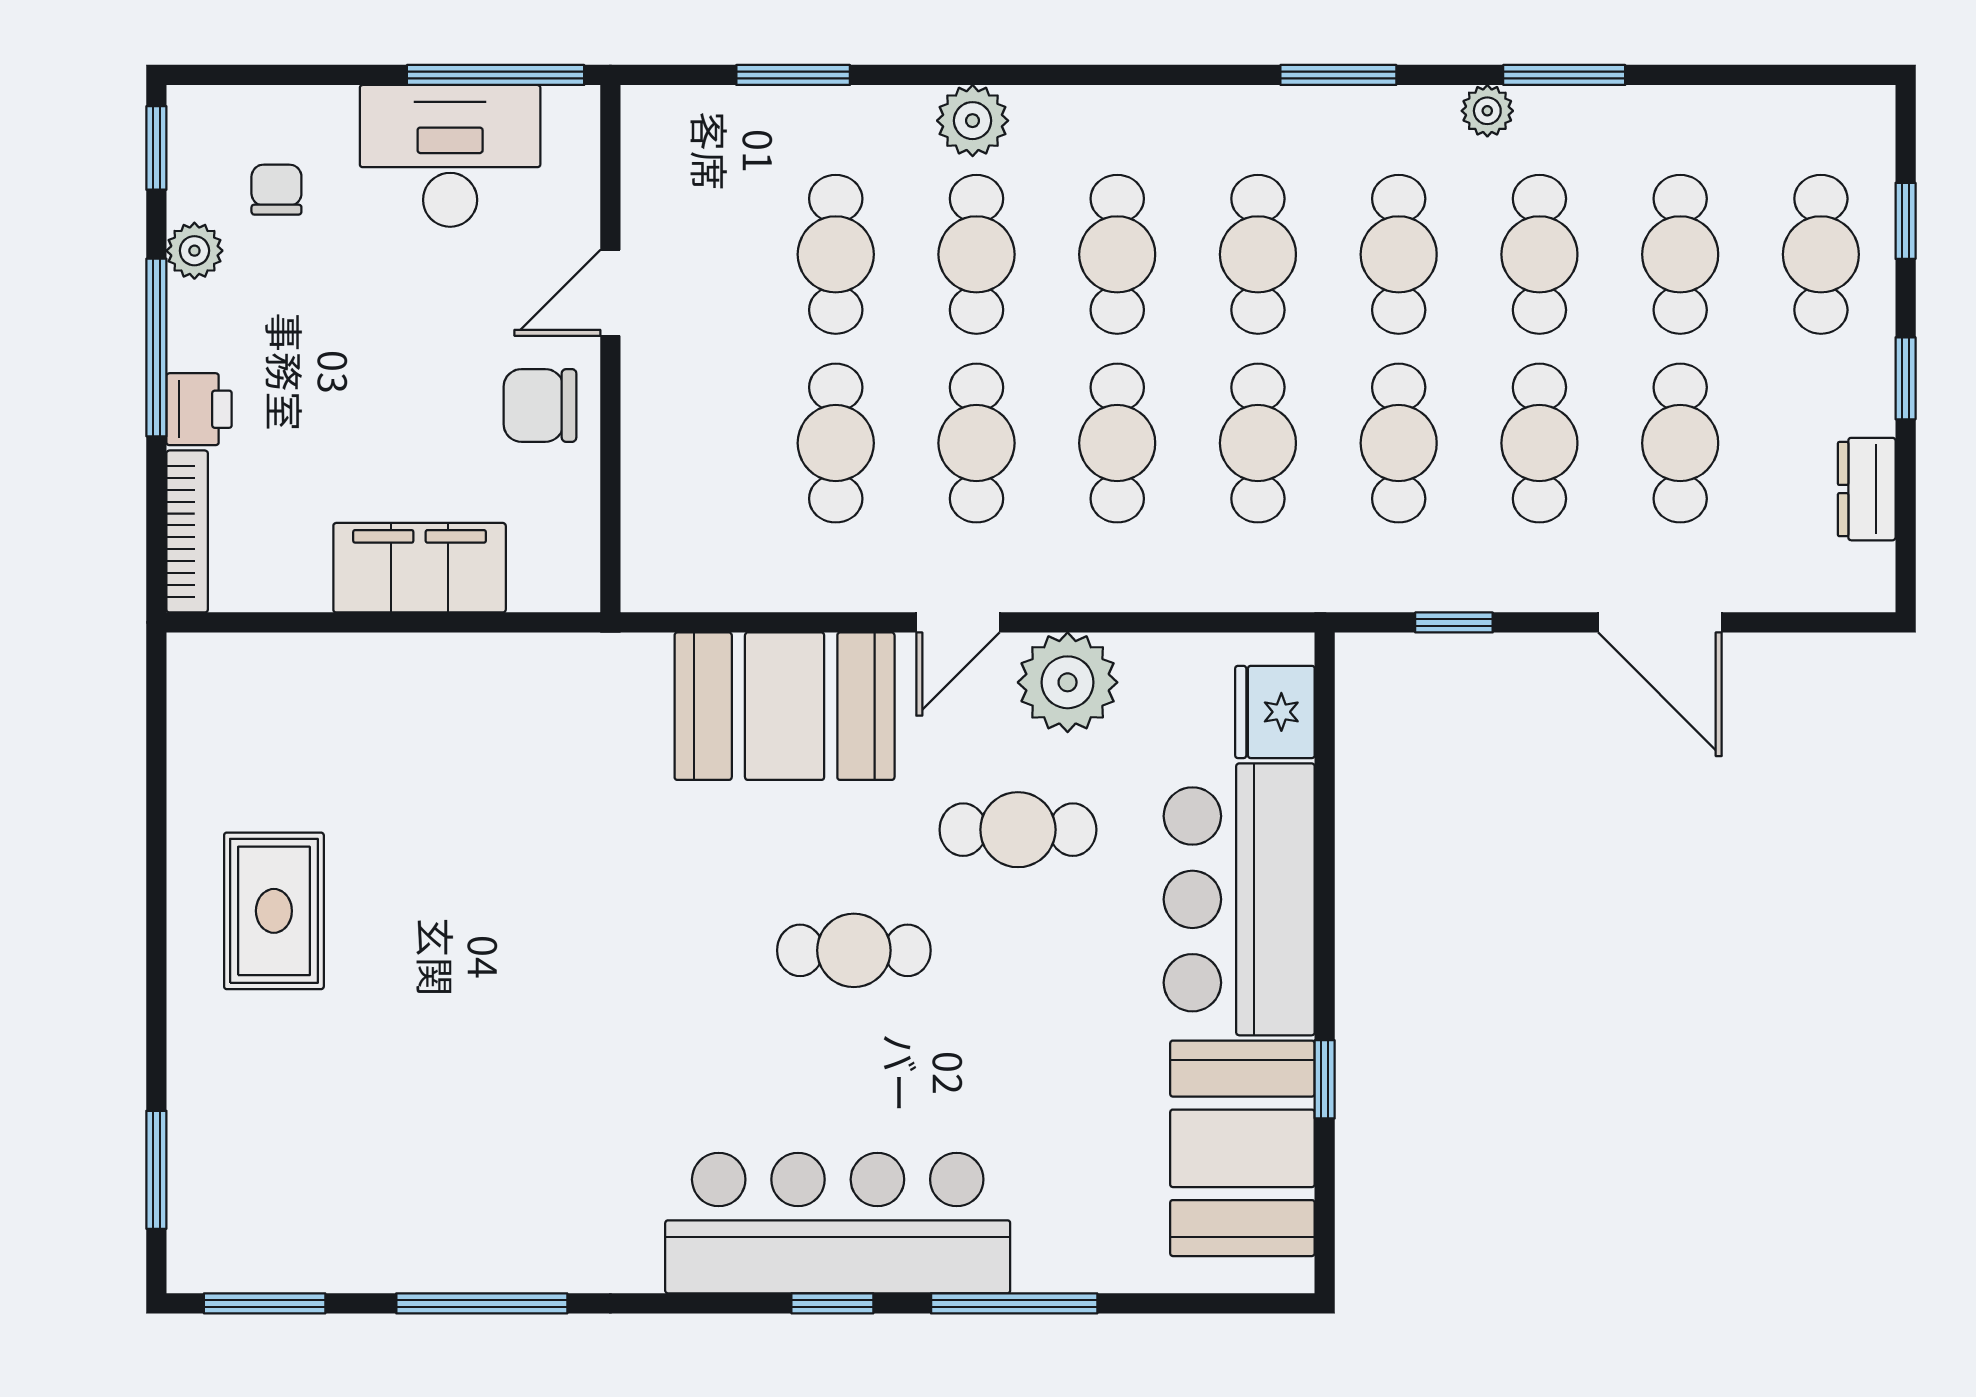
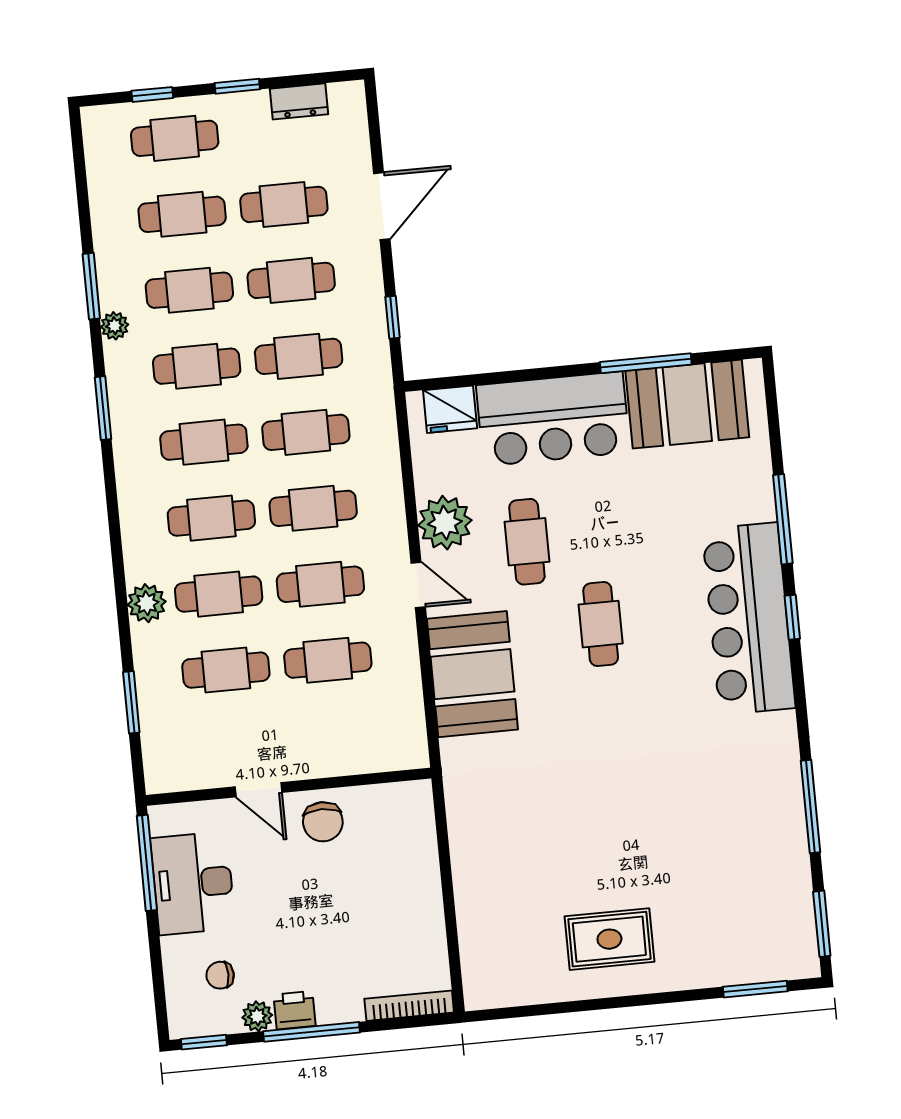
printer: (199, 409) -> (294, 1010), moved
filing cabinet: (420, 568) -> (417, 878), removed
window: (1325, 1079) -> (646, 363), width x2.17

